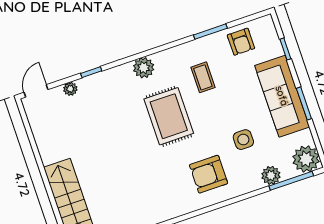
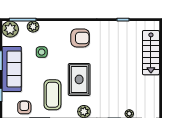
coffee table: (203, 77) -> (52, 95), width x1.86, depth x1.72
armchair: (209, 174) -> (80, 38), moved

